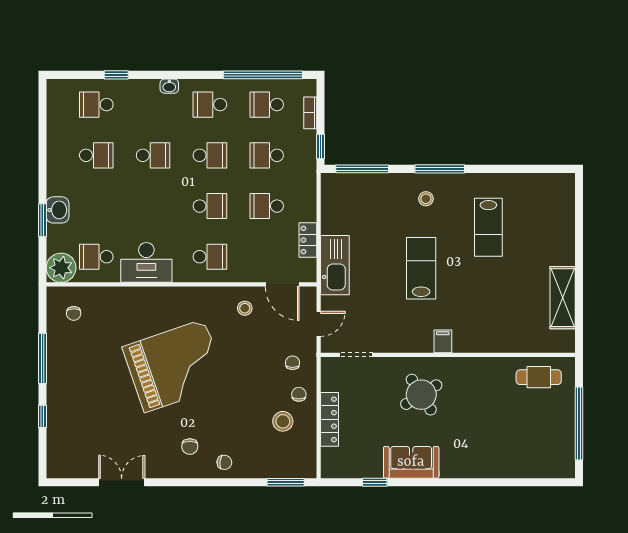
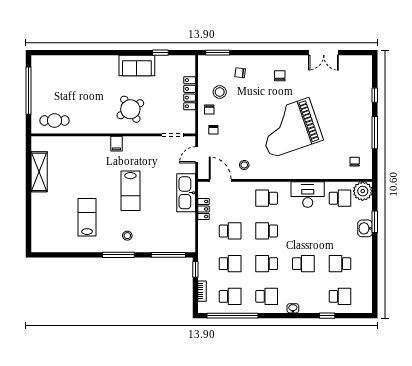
school desk: (153, 155) -> (303, 264), turned 180
chair: (224, 462) -> (240, 73), moved

